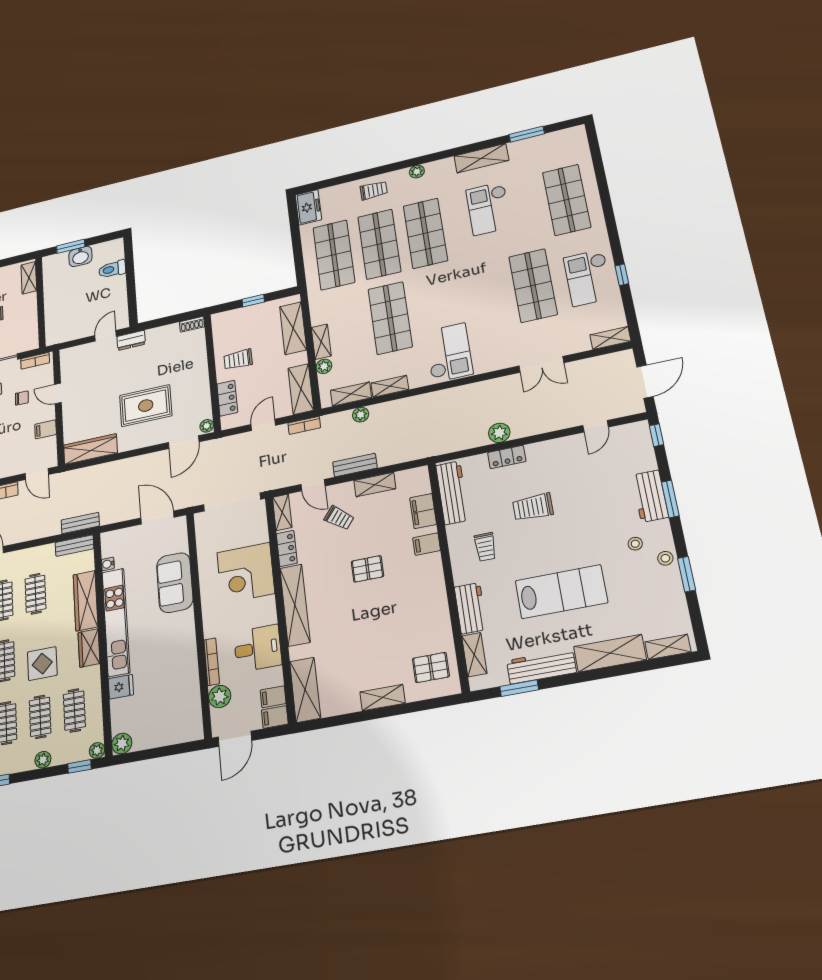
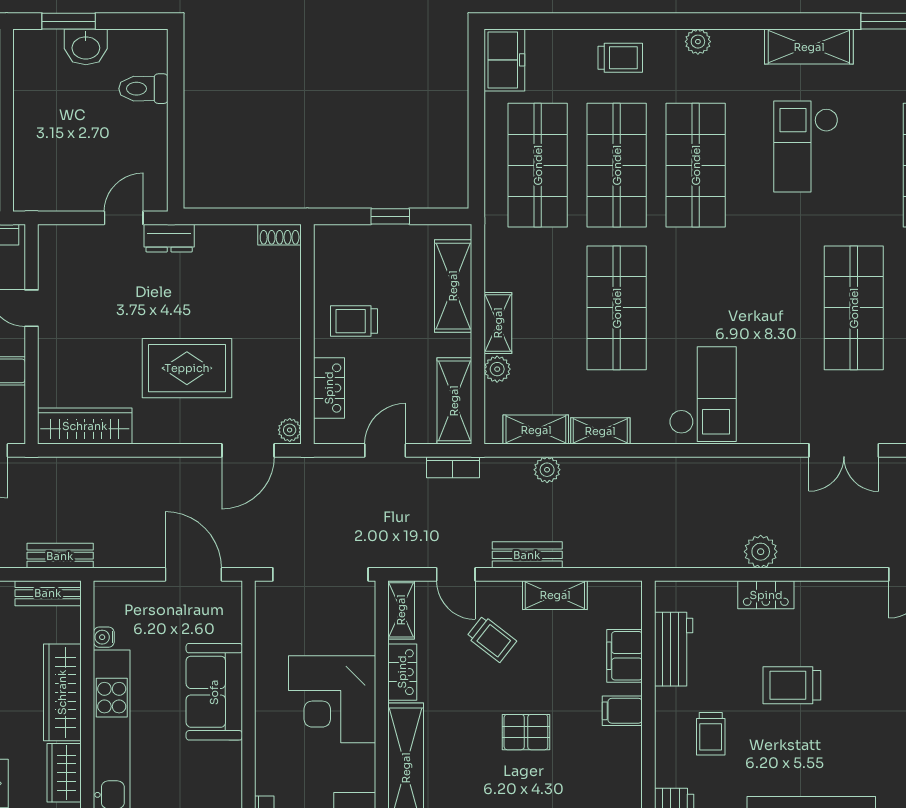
workbench: (452, 493) -> (674, 649), width x0.73

